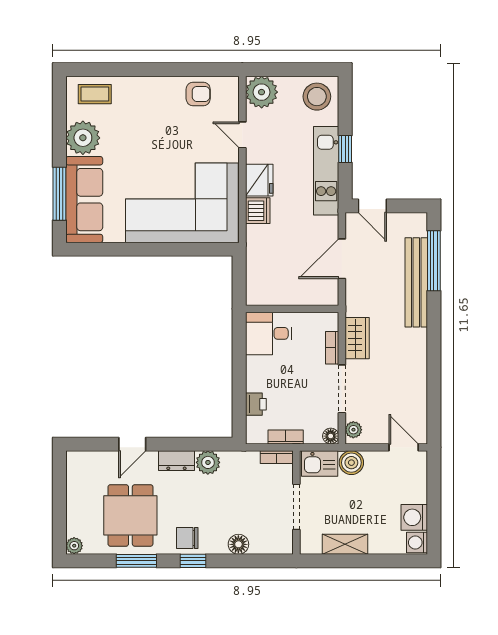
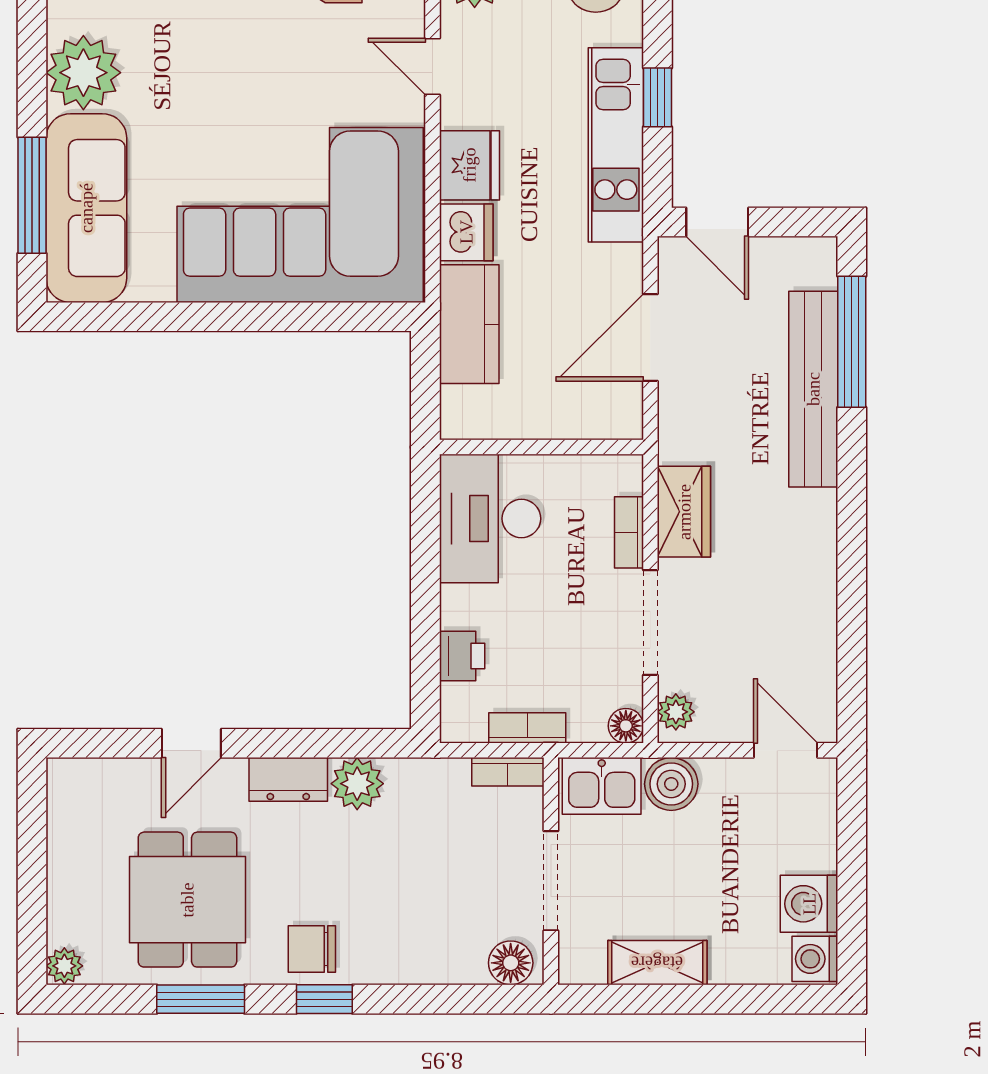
kitchen counter: (259, 253) -> (469, 324), added
desk: (269, 333) -> (490, 519), width x1.37
floor lamp: (238, 544) -> (511, 963), moved

